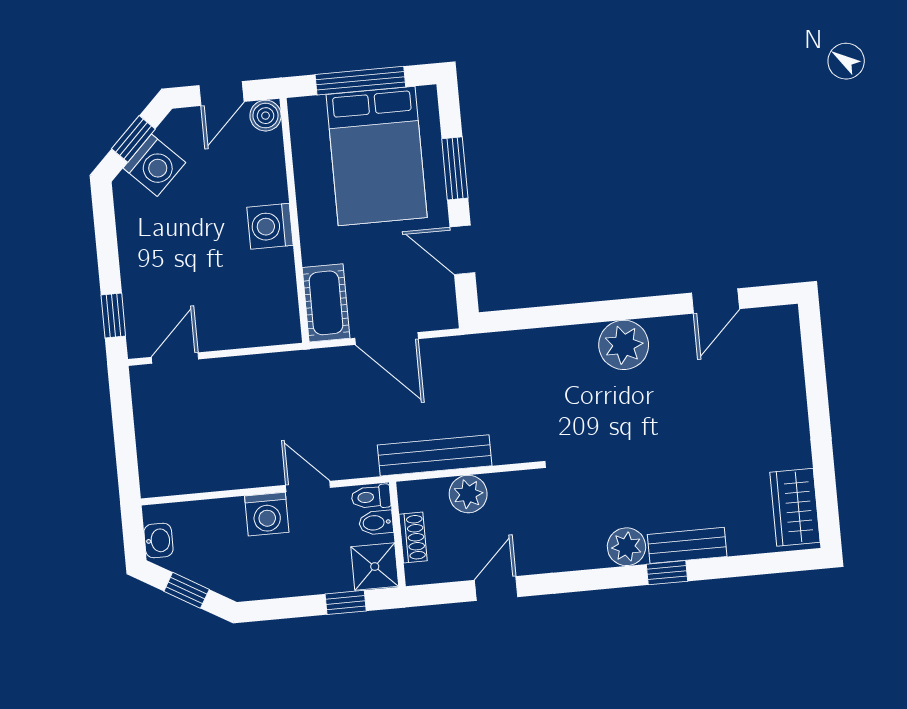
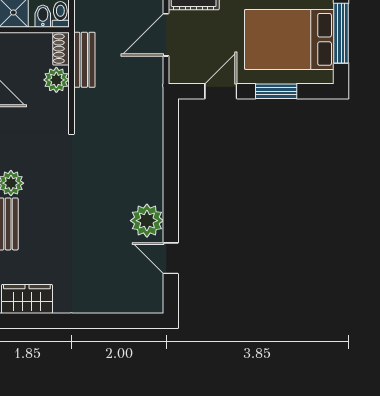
plant: (624, 345) -> (147, 221), moved
bench: (435, 455) -> (84, 60), width x0.73
shoe rack: (413, 537) -> (61, 49), moved, turned 90

